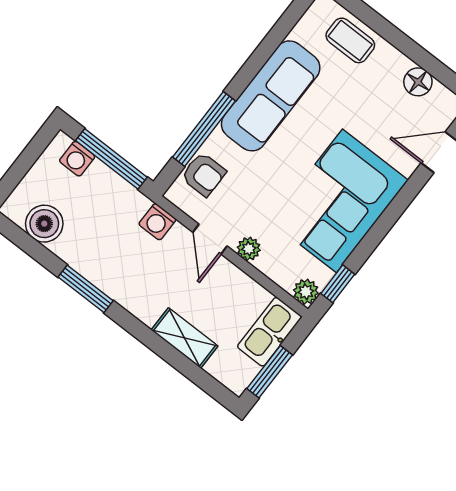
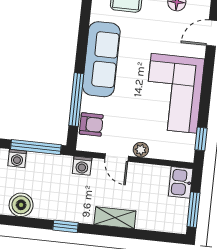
window: (86, 289) -> (65, 226), width x0.67
plant: (306, 292) -> (186, 154), removed
kitchen sink: (270, 332) -> (181, 182), width x0.73
shelving: (185, 338) -> (115, 218), moved

